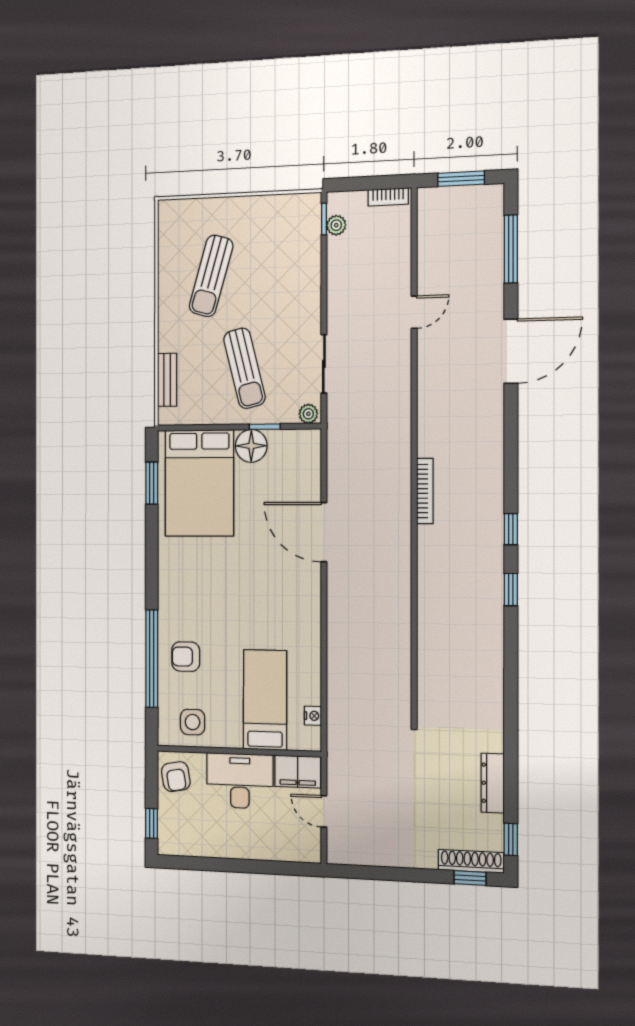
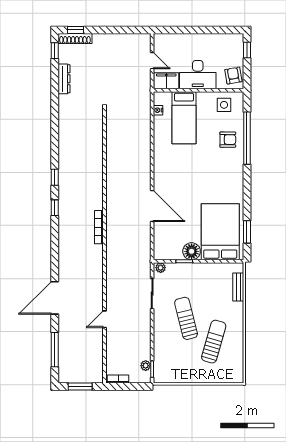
sun lounger: (244, 368) -> (186, 318), moved

